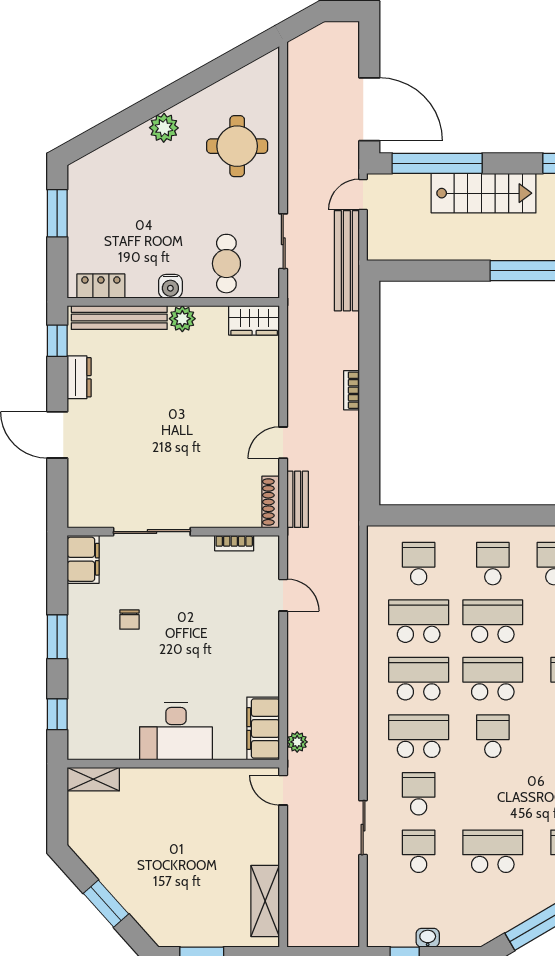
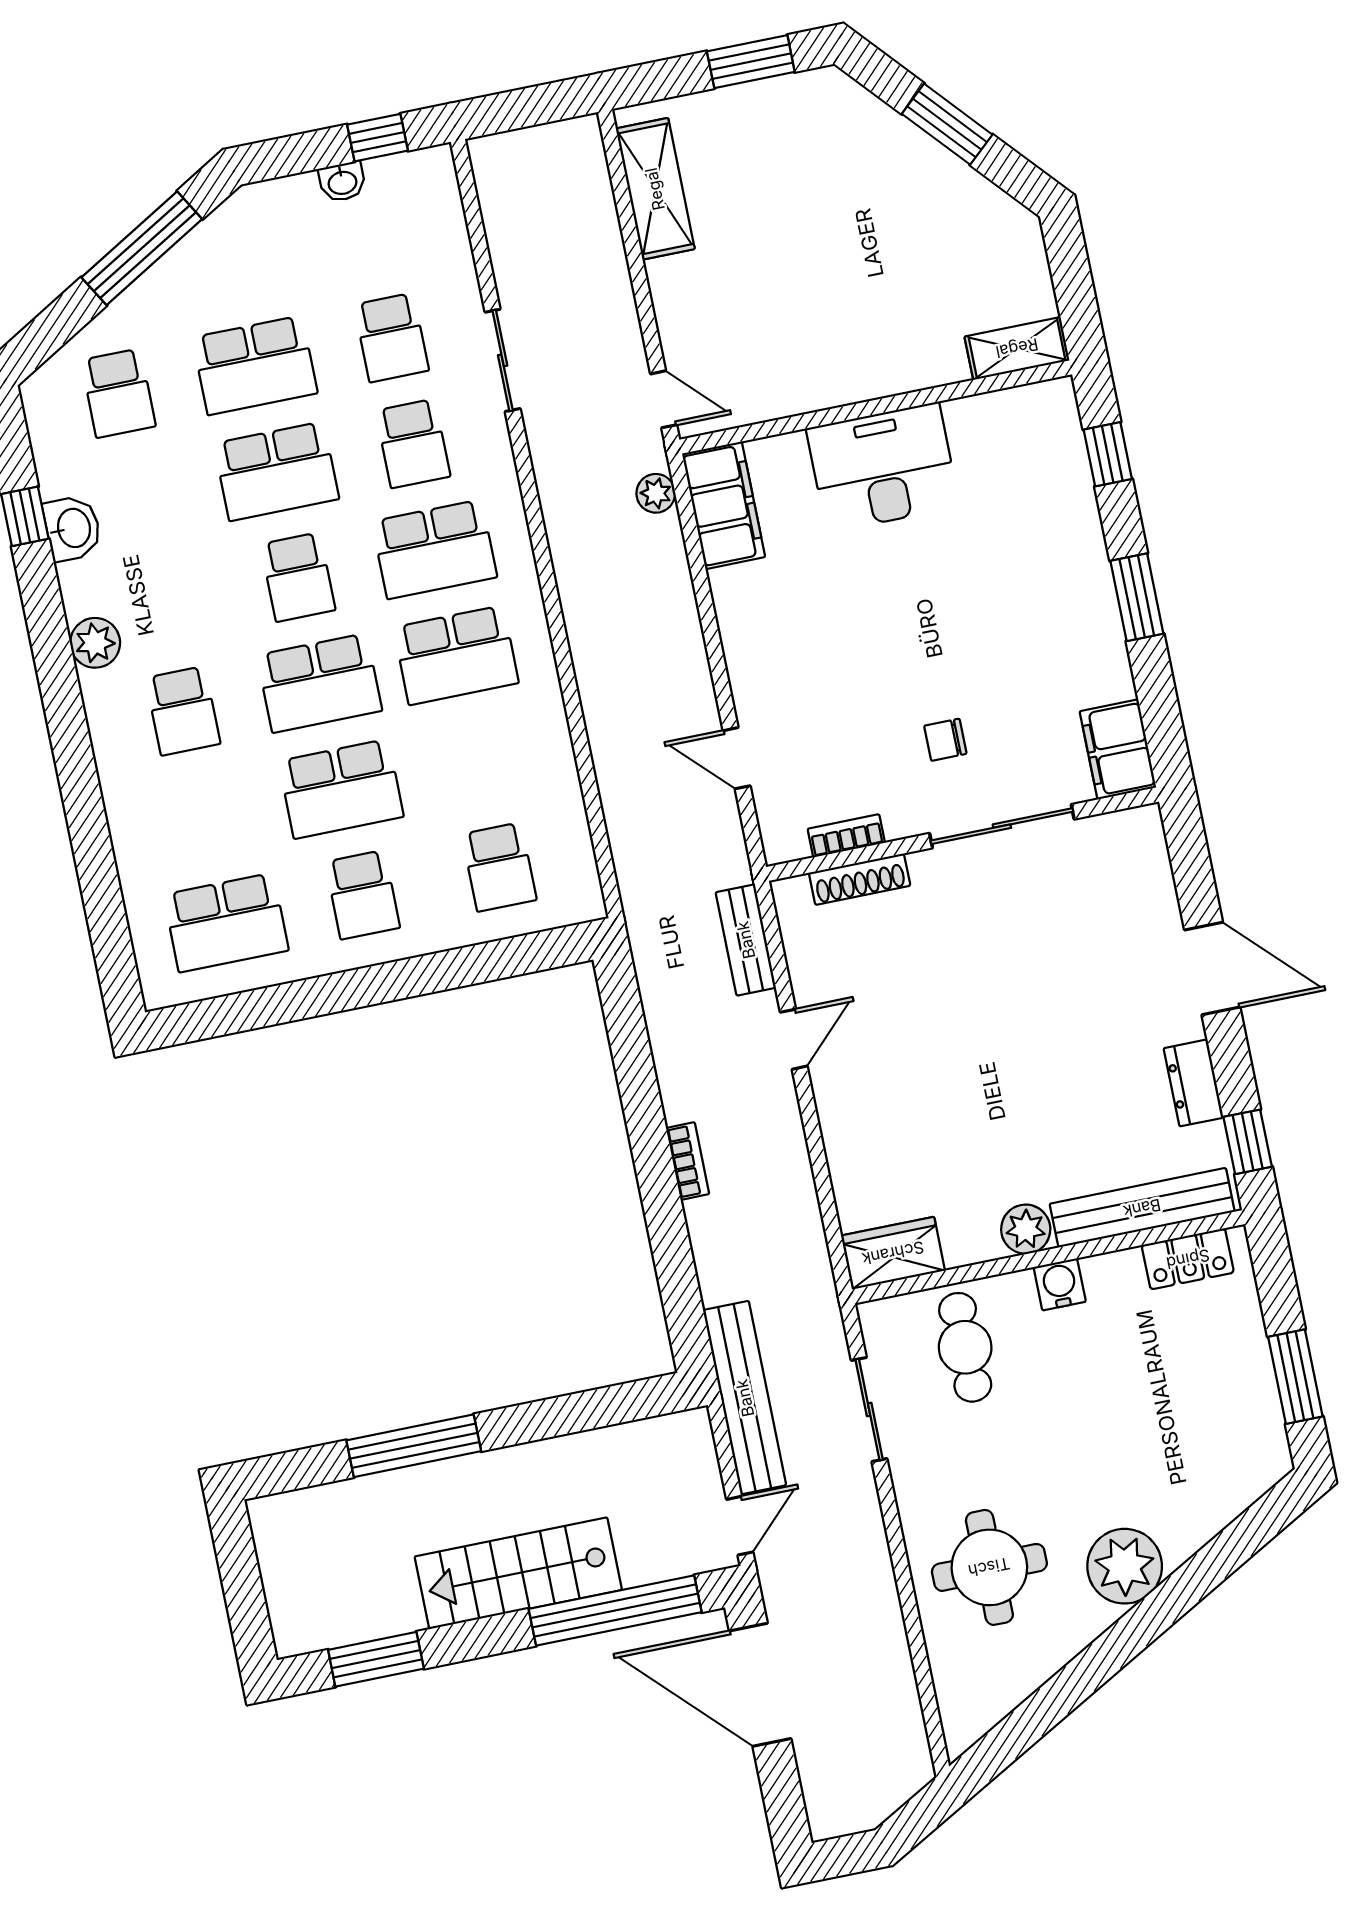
plant: (164, 128) -> (1125, 1566), width x1.36, depth x1.36
shoe rack: (271, 502) -> (860, 879), moved, turned 90
chair: (129, 620) -> (945, 740), moved, turned -90
school desk: (419, 621) -> (276, 471), moved

